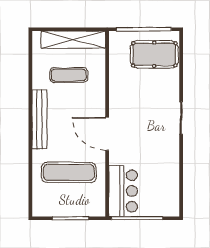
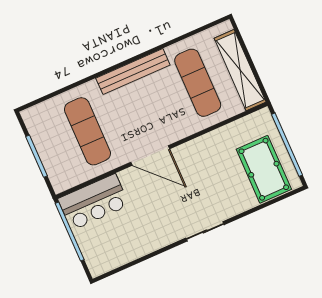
exercise mat: (69, 75) -> (198, 83), width x1.36, depth x1.45
door: (107, 134) -> (150, 155), swing flipped

